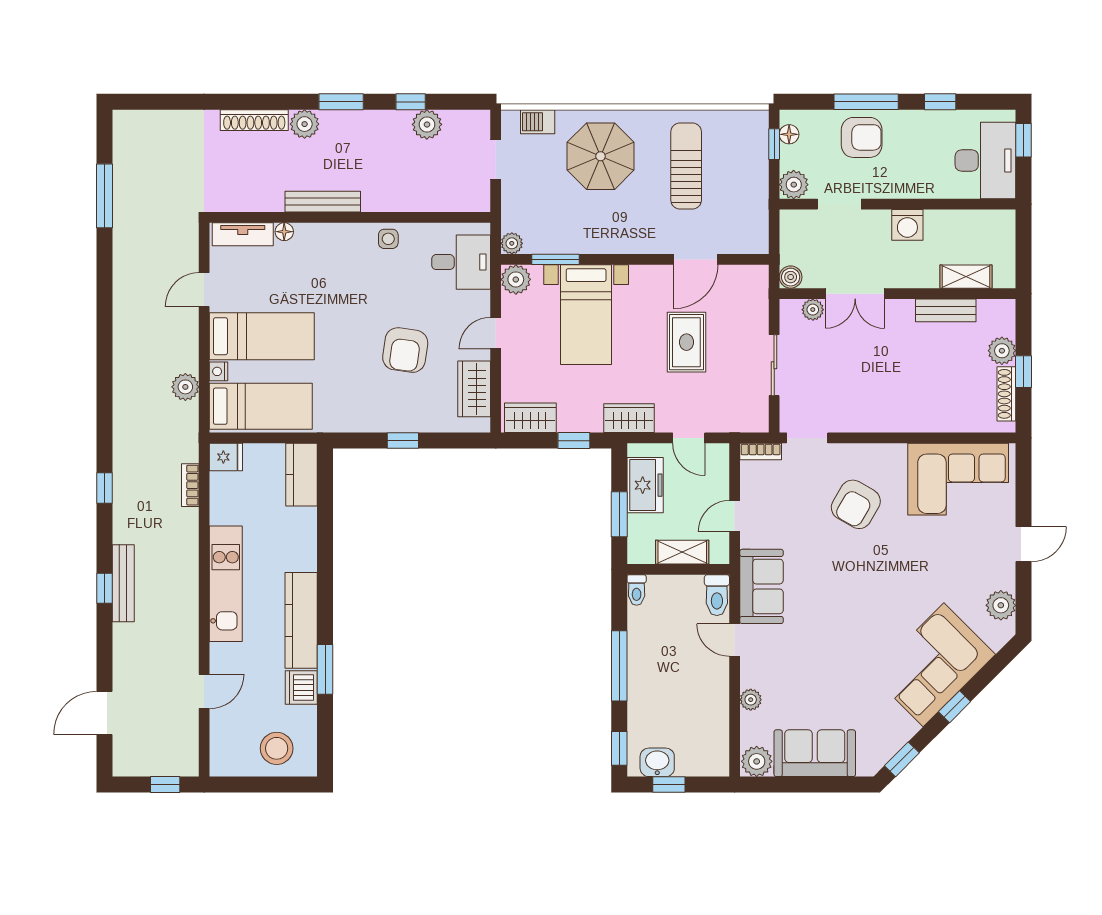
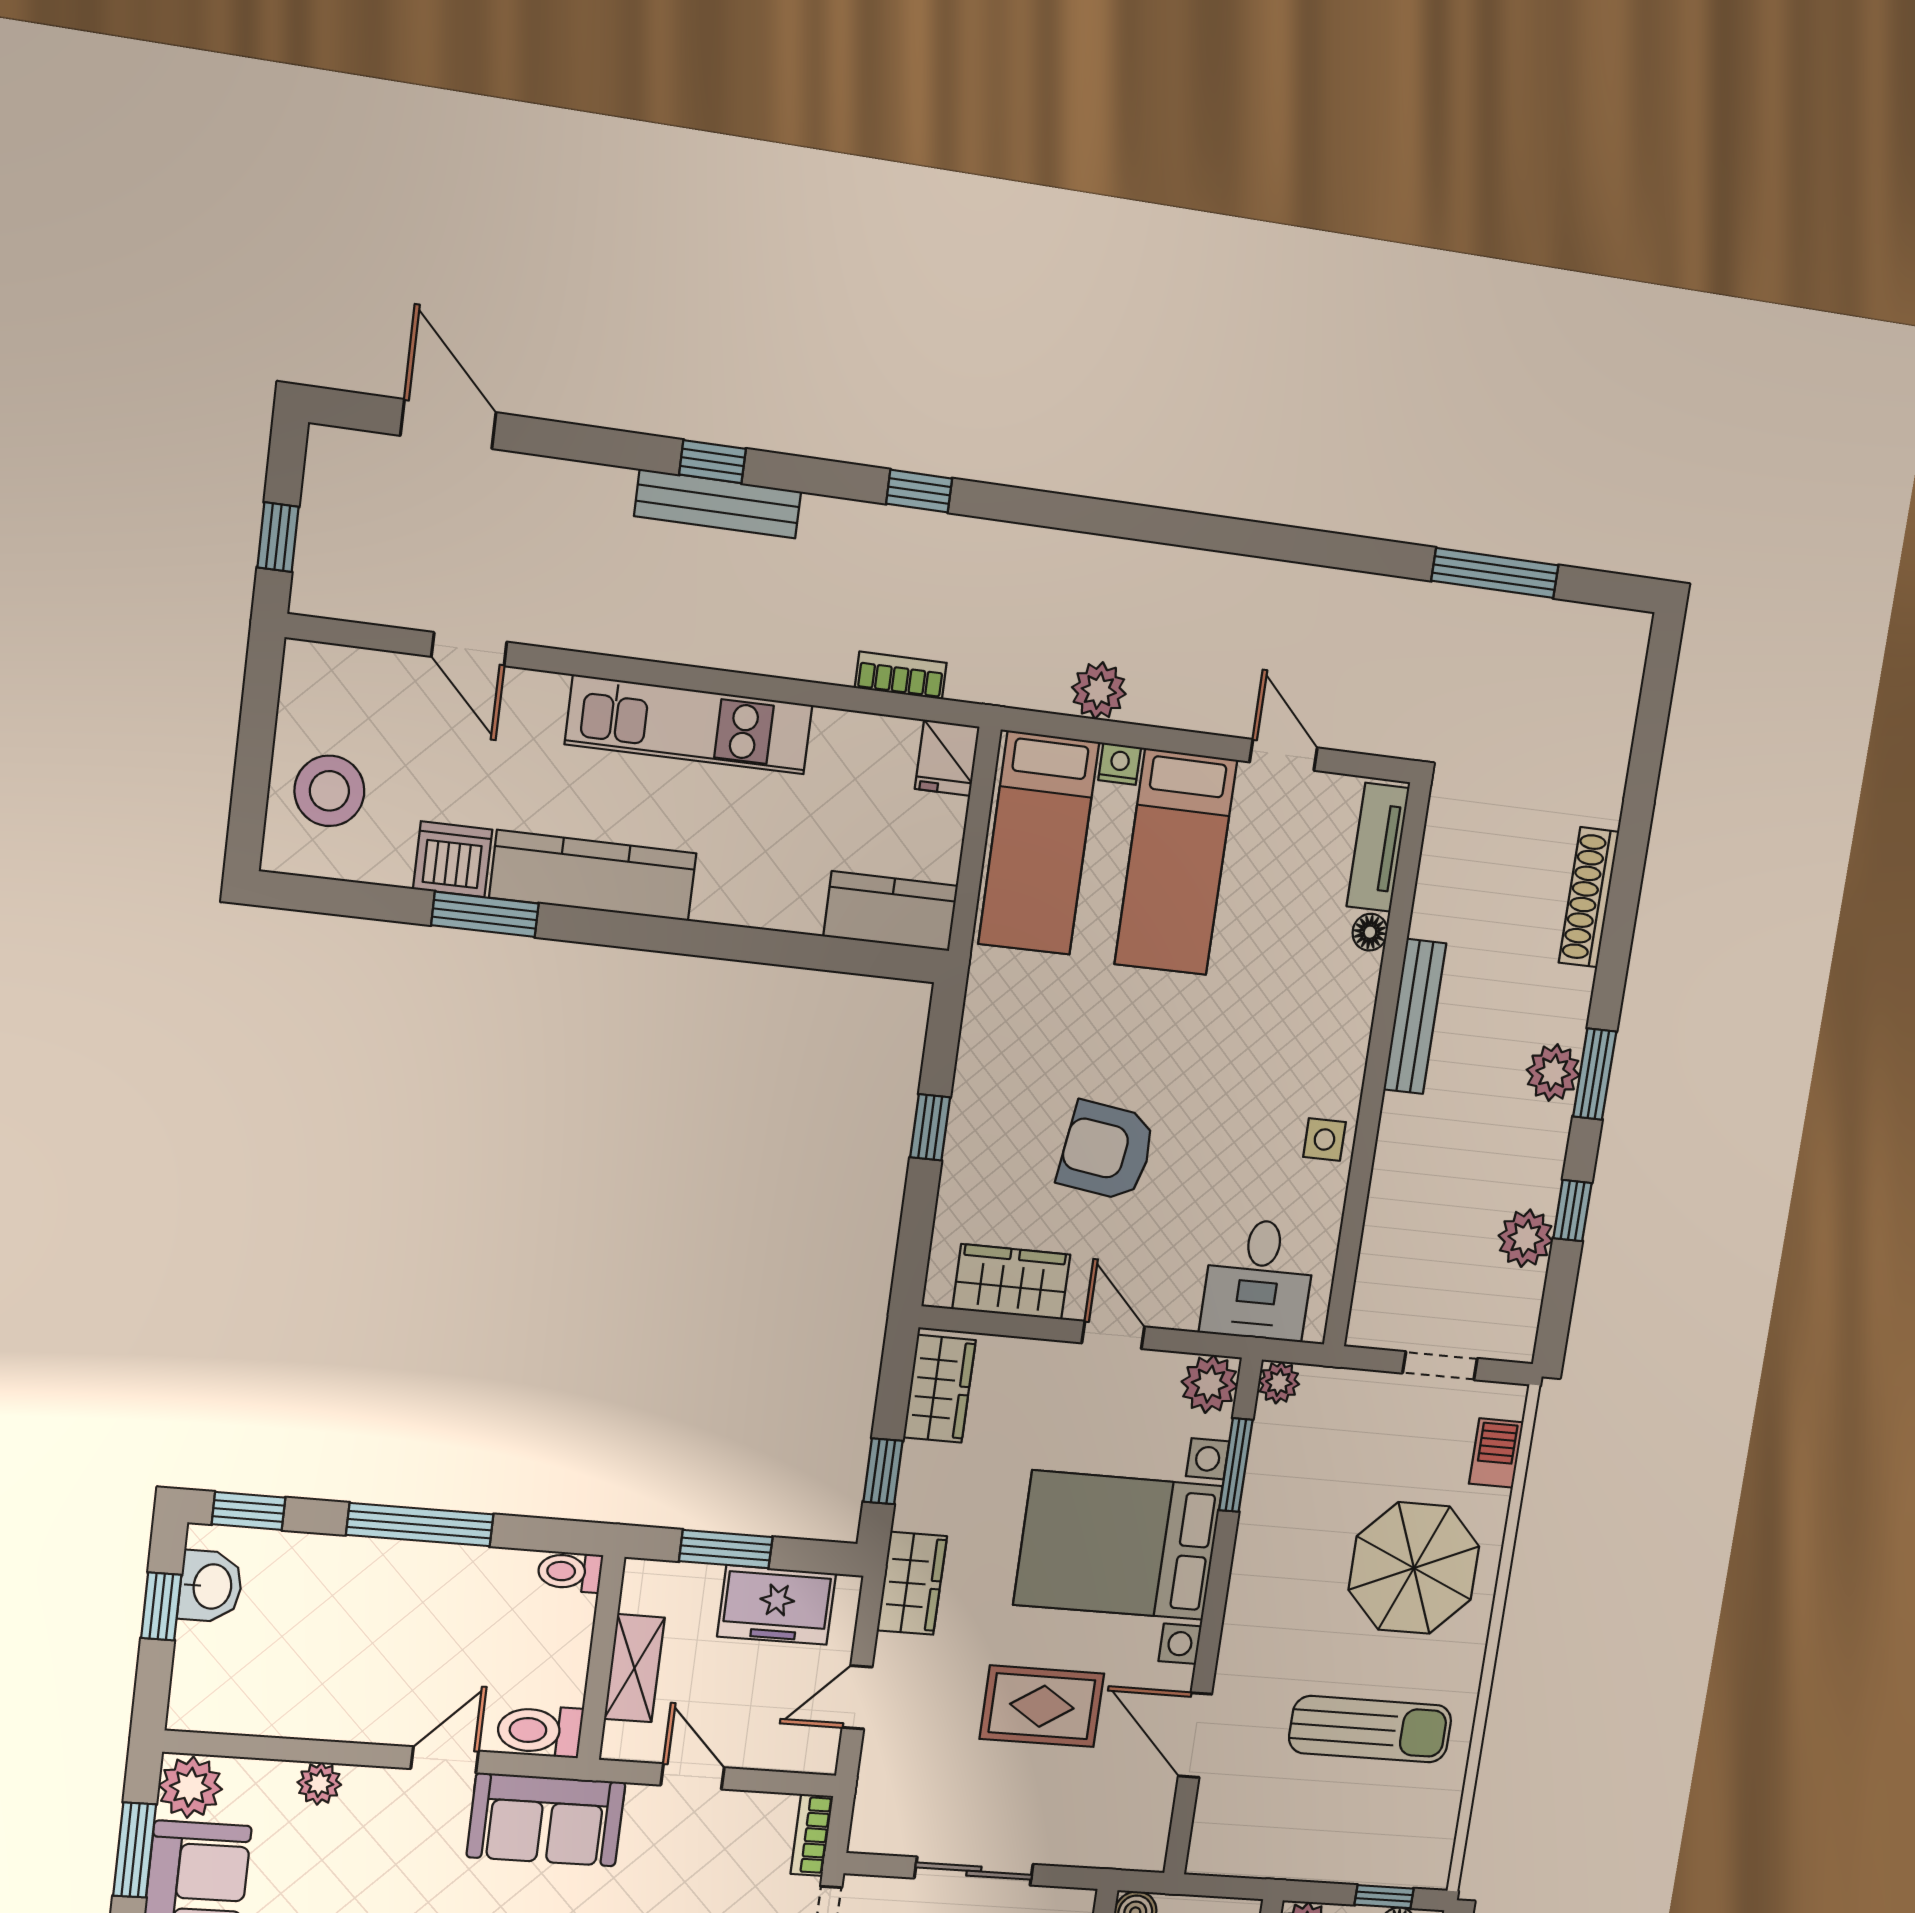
plant: (305, 124) -> (1553, 1073), moved
bed with nightstands: (586, 315) -> (1118, 1545), width x1.36
window: (790, 785) -> (135, 1850), added

